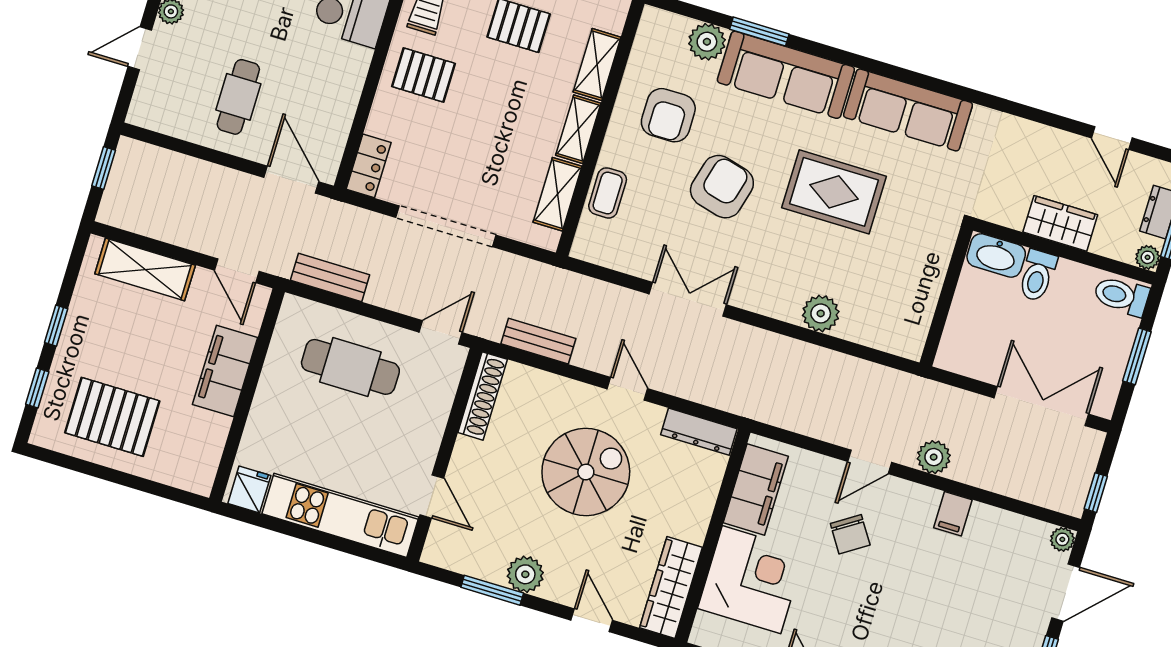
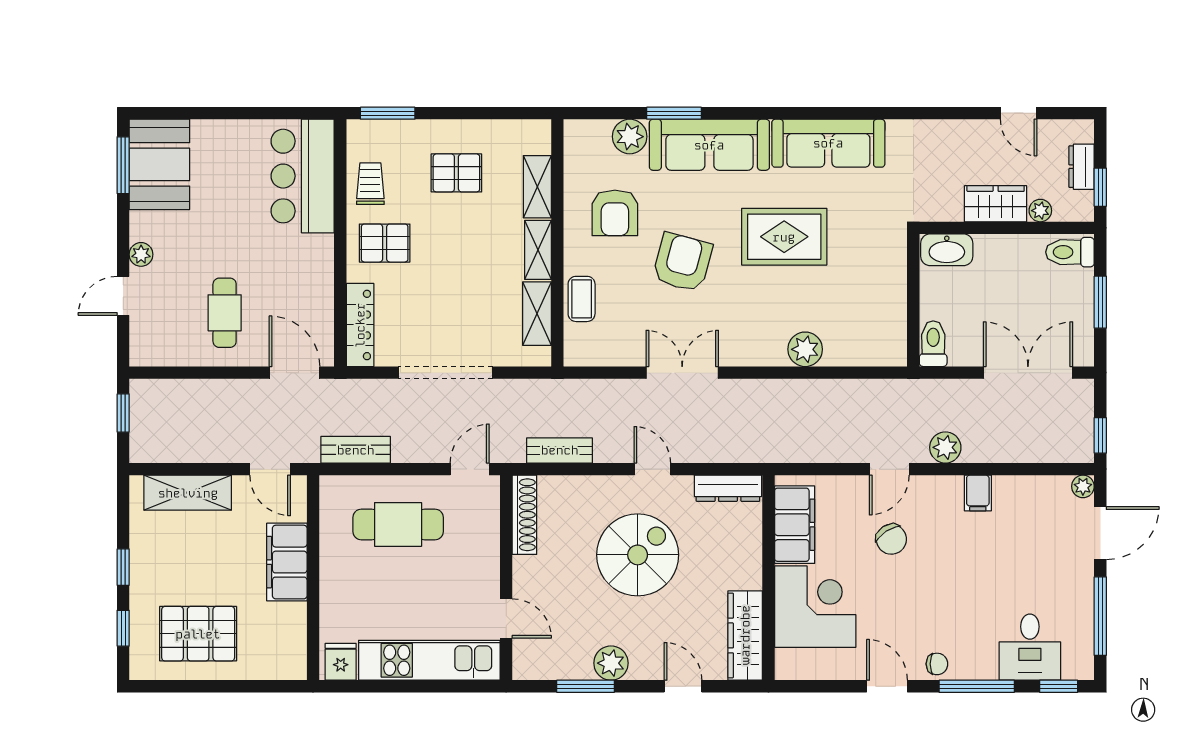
locker: (369, 166) -> (360, 325), width x1.53
plant: (1148, 257) -> (1040, 211), moved
toilet: (1037, 276) -> (933, 344), moved, turned 180

